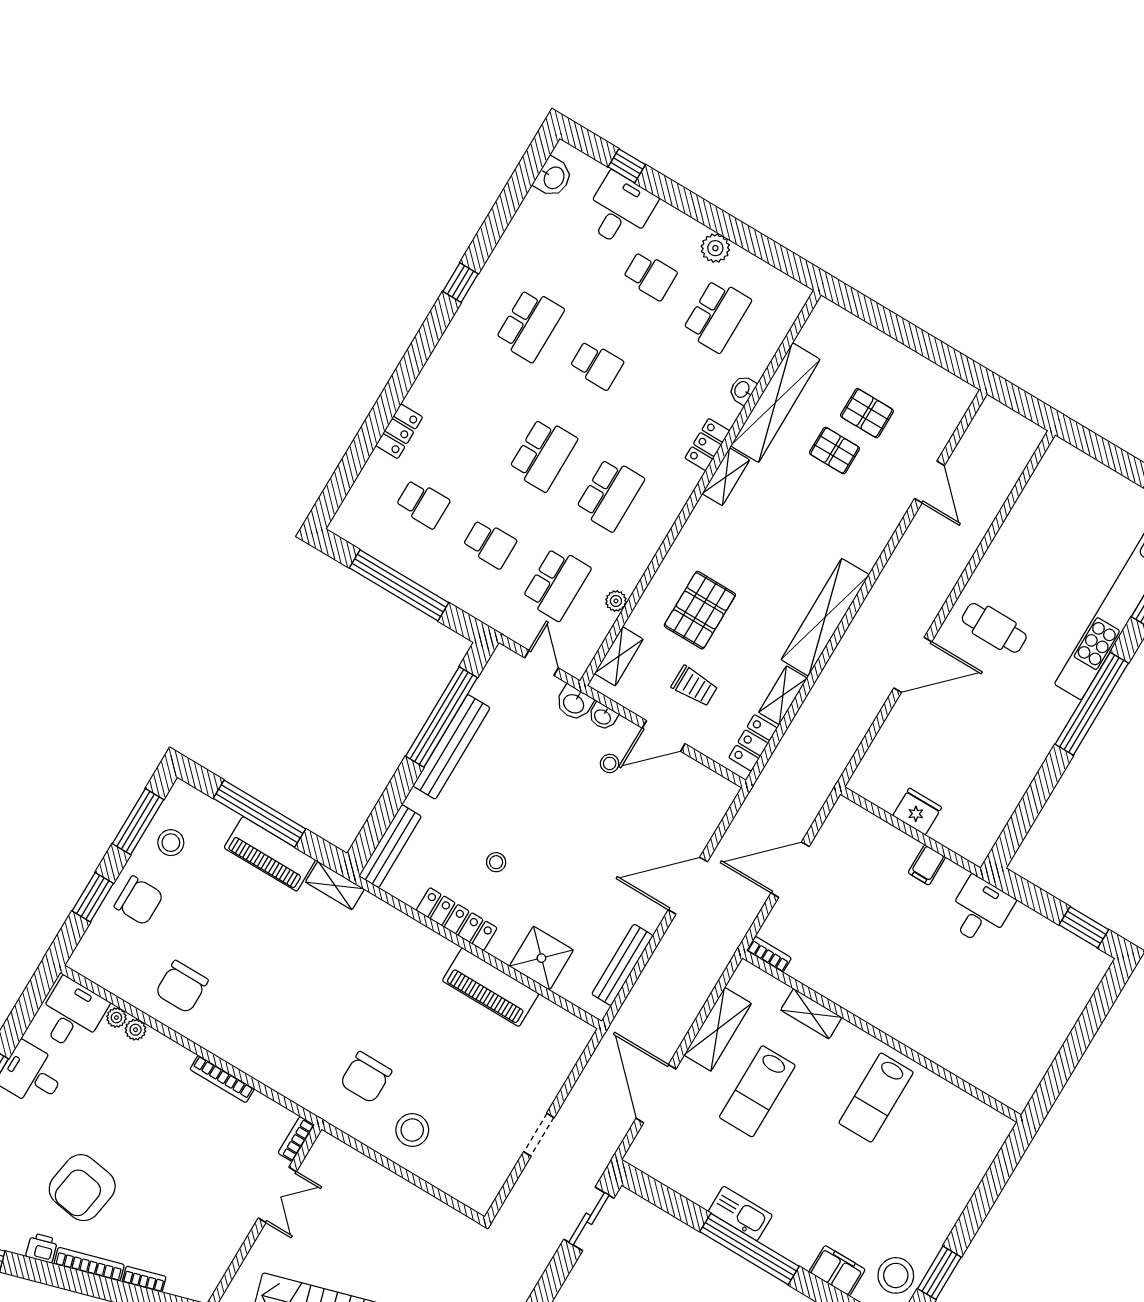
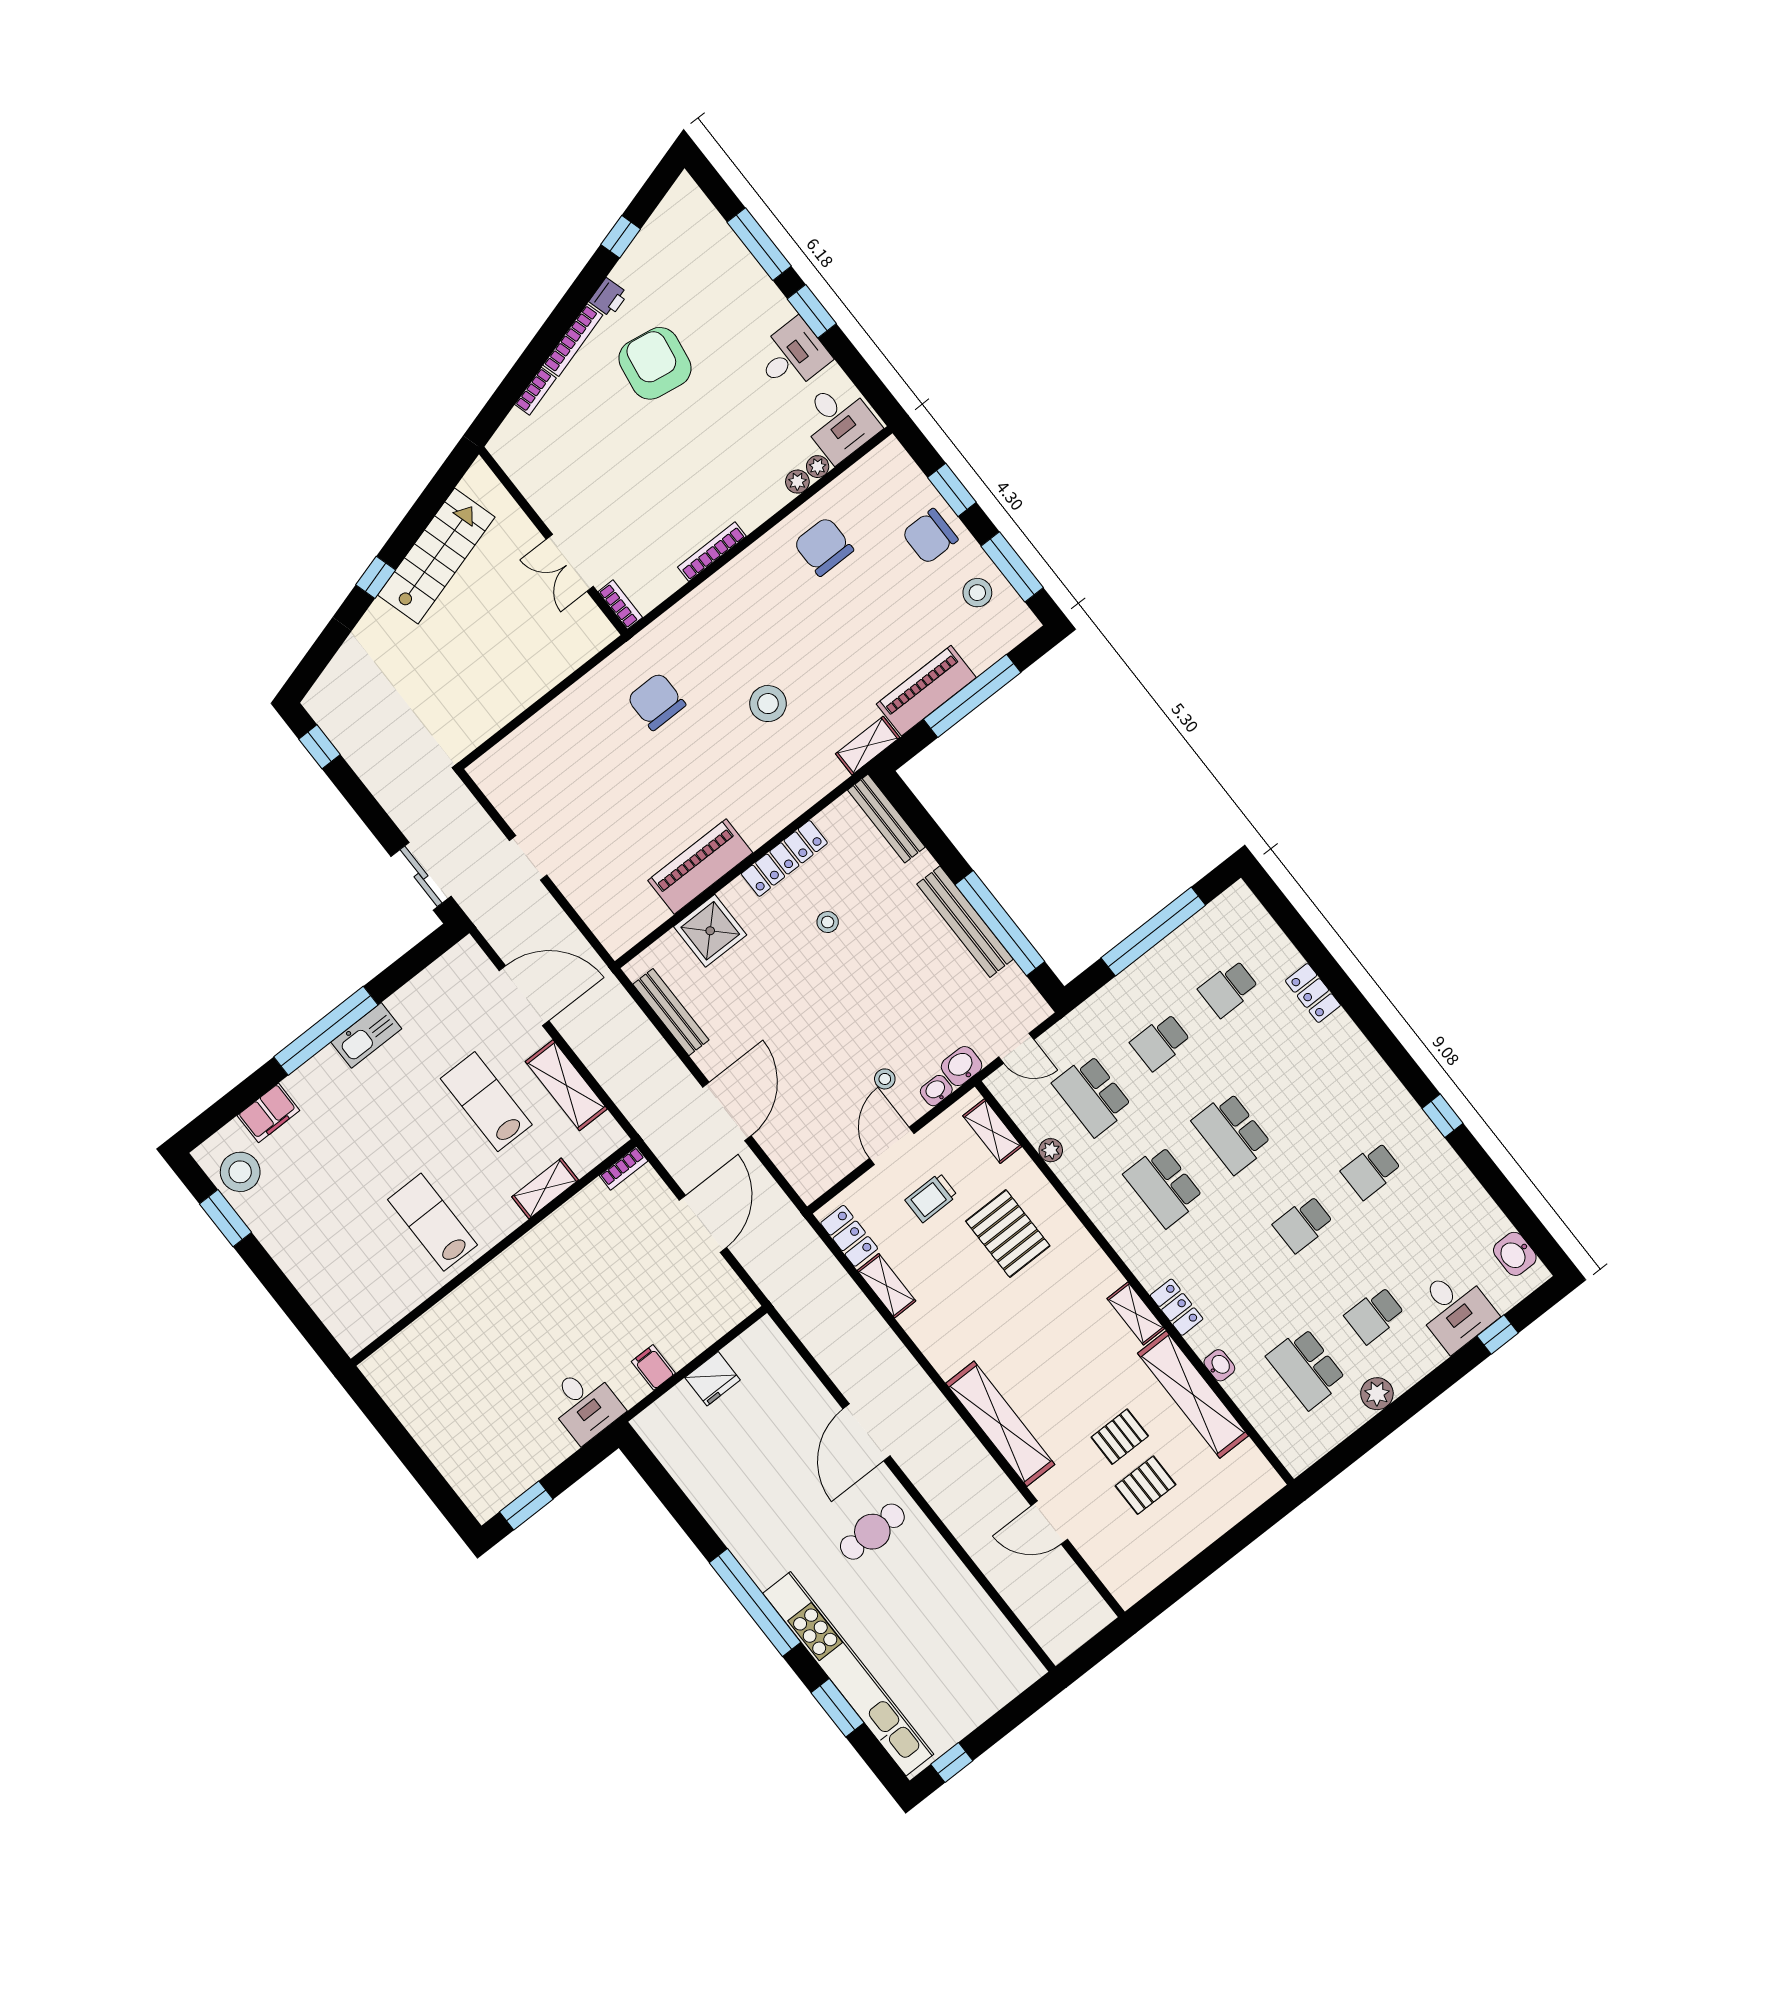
school desk: (530, 325) -> (1371, 1171), width x0.54
shelving: (825, 617) -> (1000, 1424), moved
stool: (412, 1130) -> (768, 704), moved

